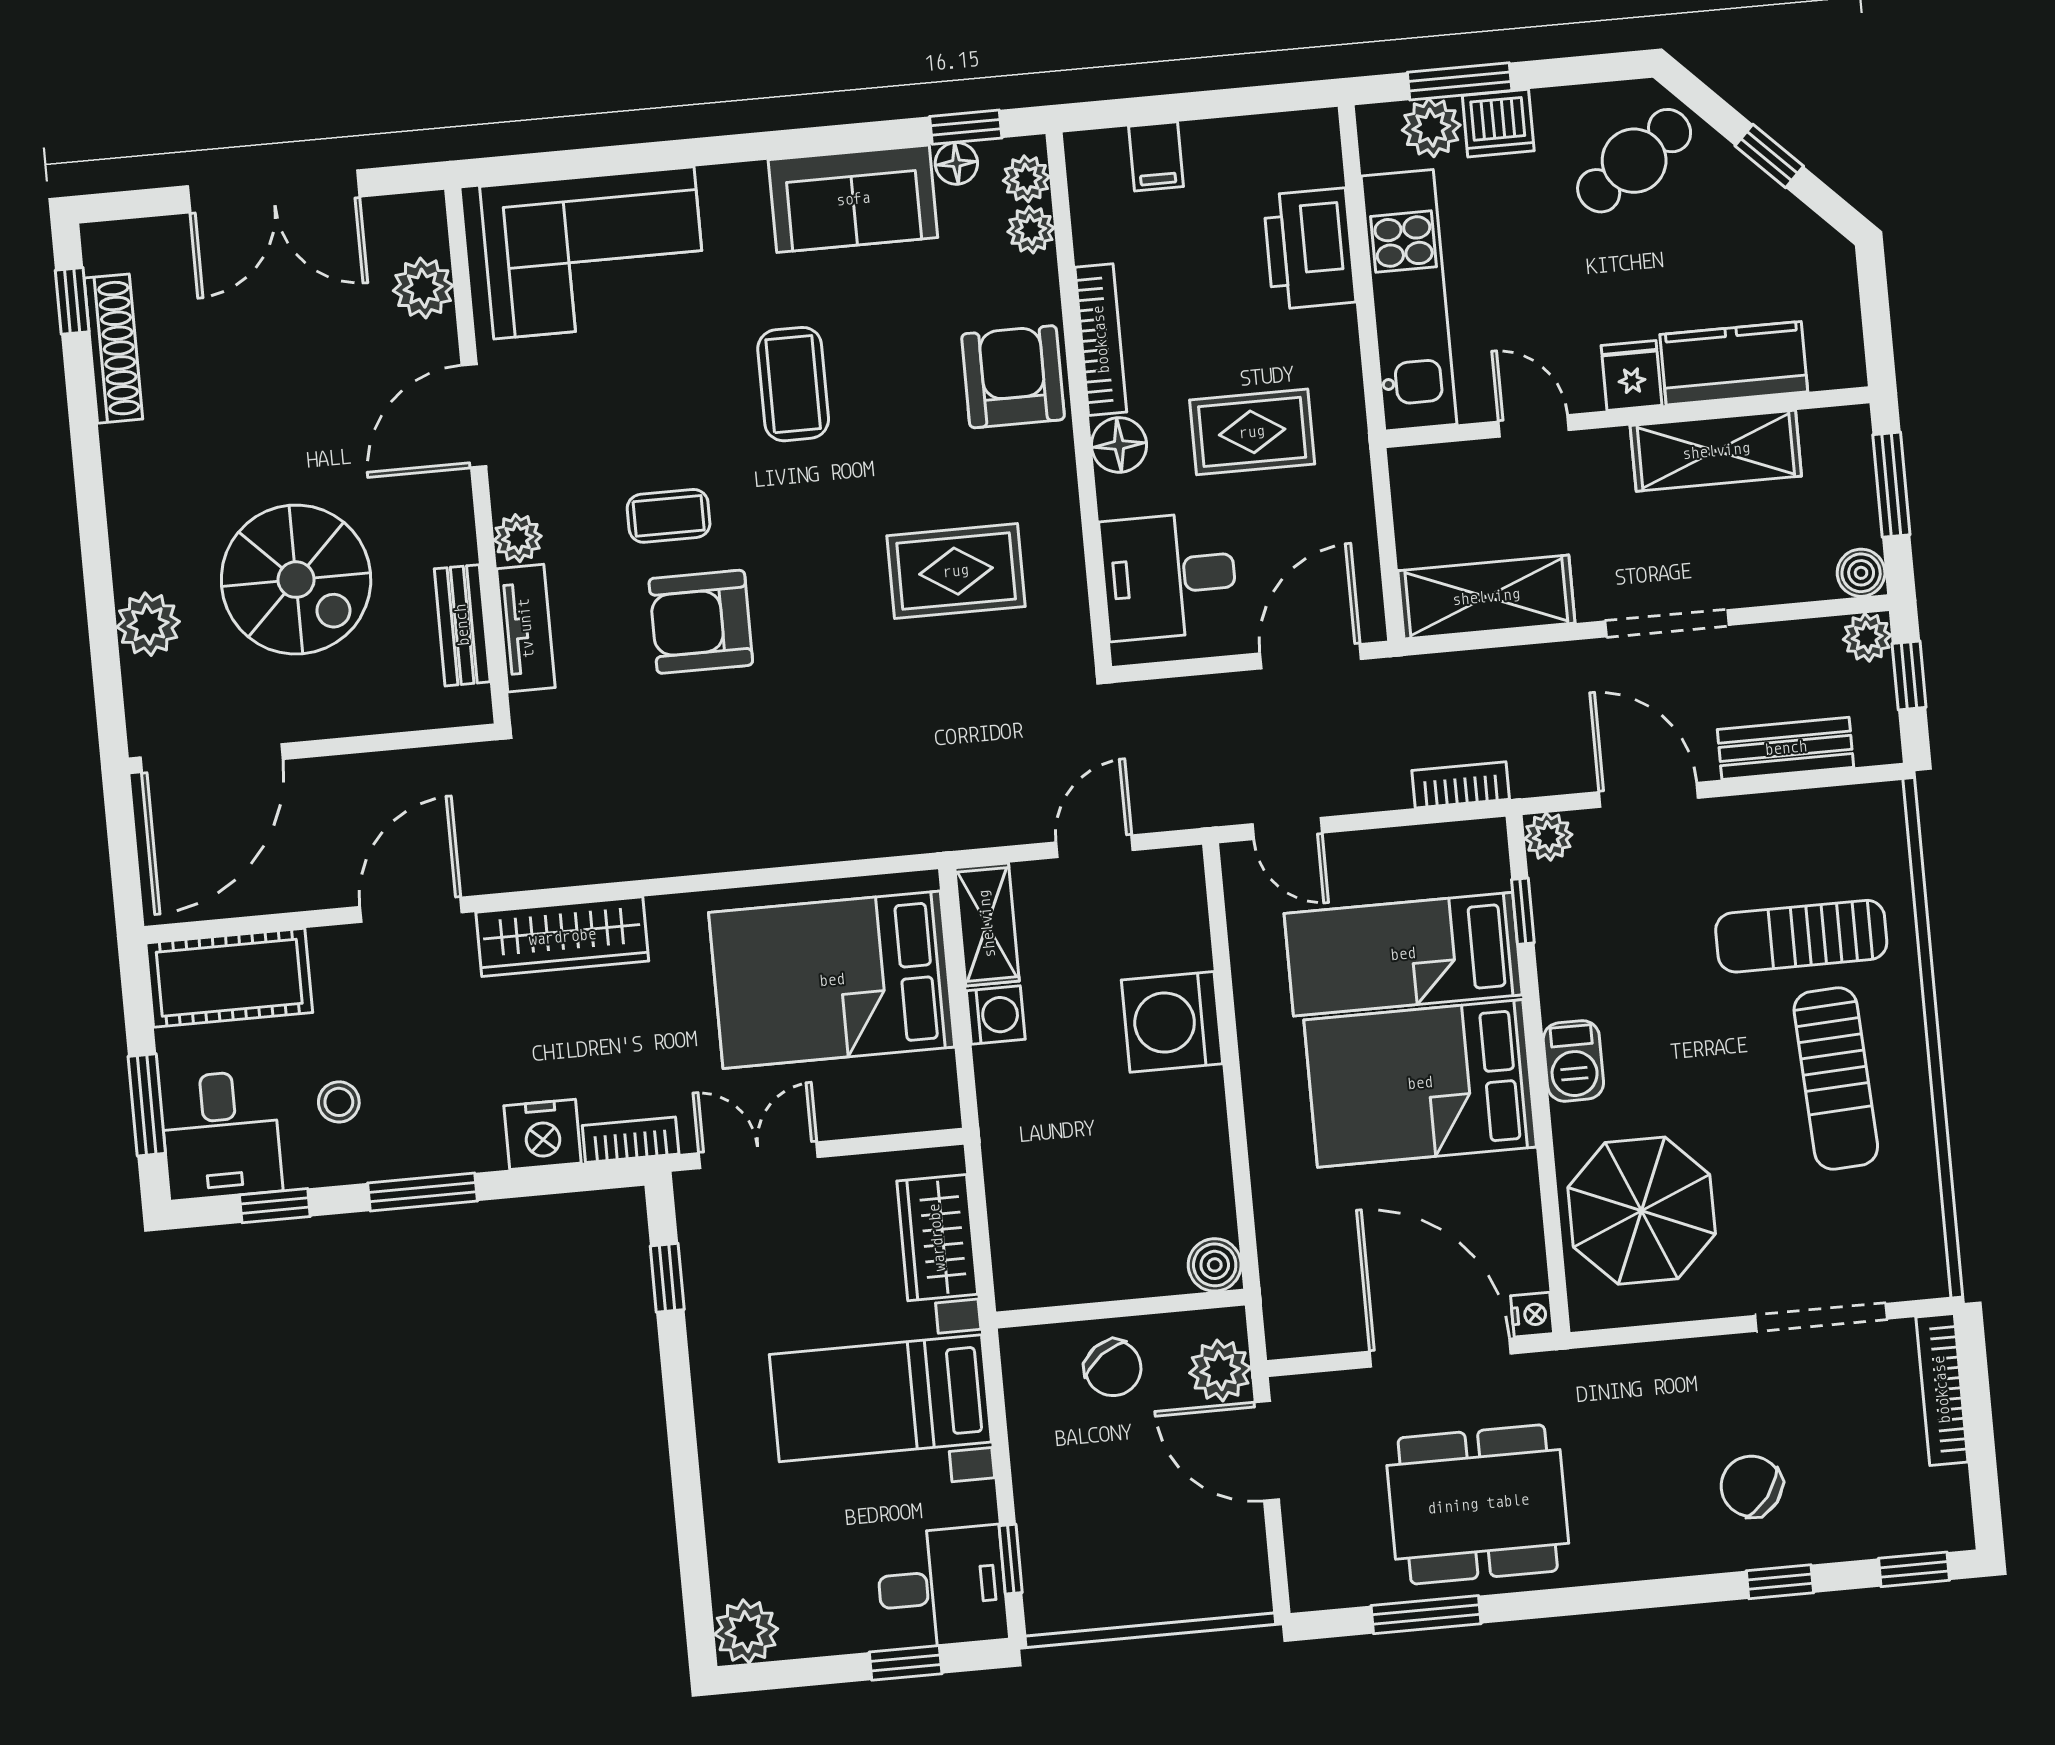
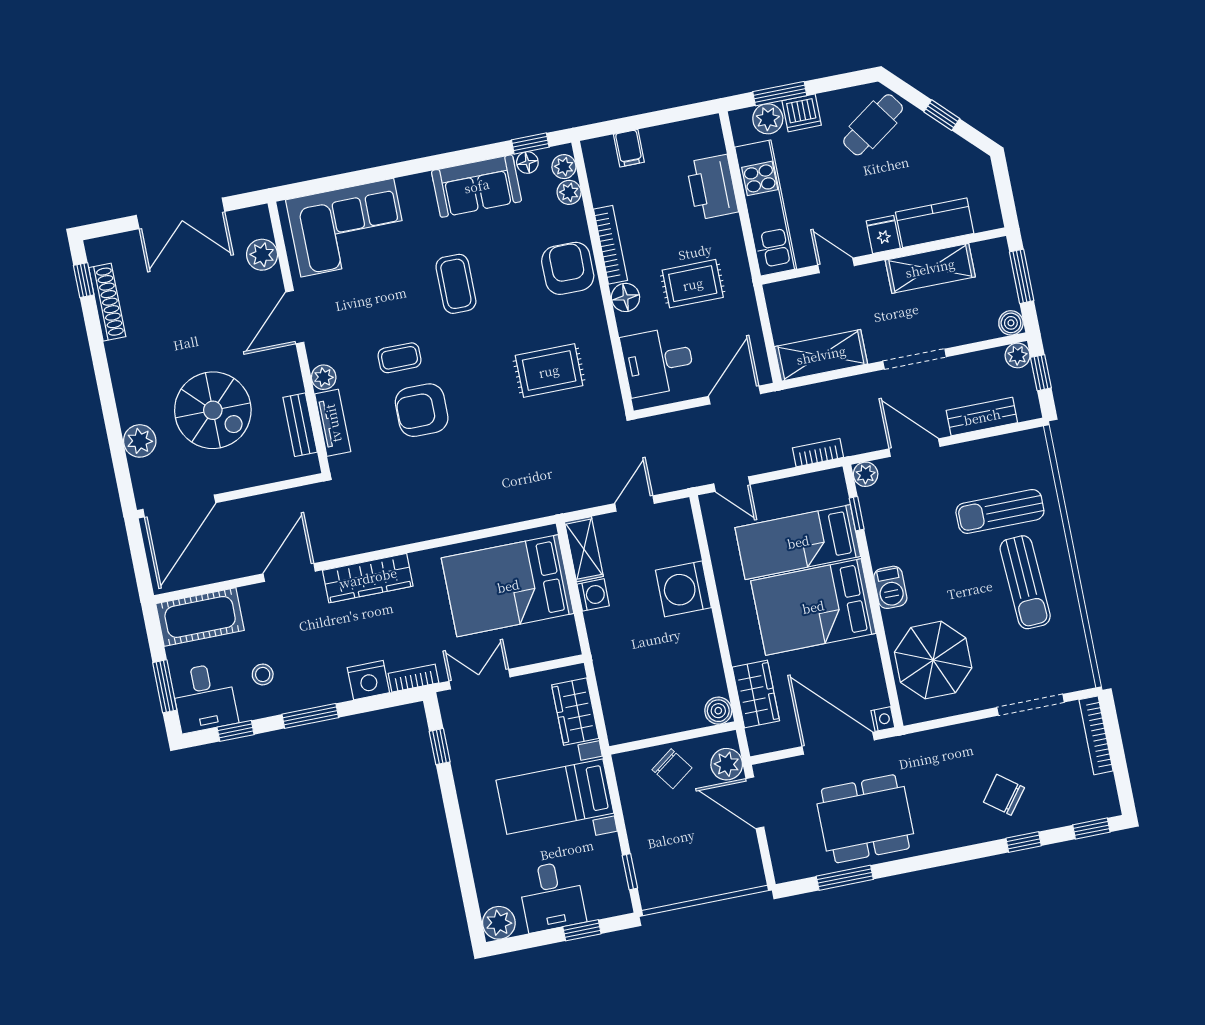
wardrobe: (1291, 1240) -> (756, 694), added
desk: (942, 1587) -> (552, 896), moved, turned 90

